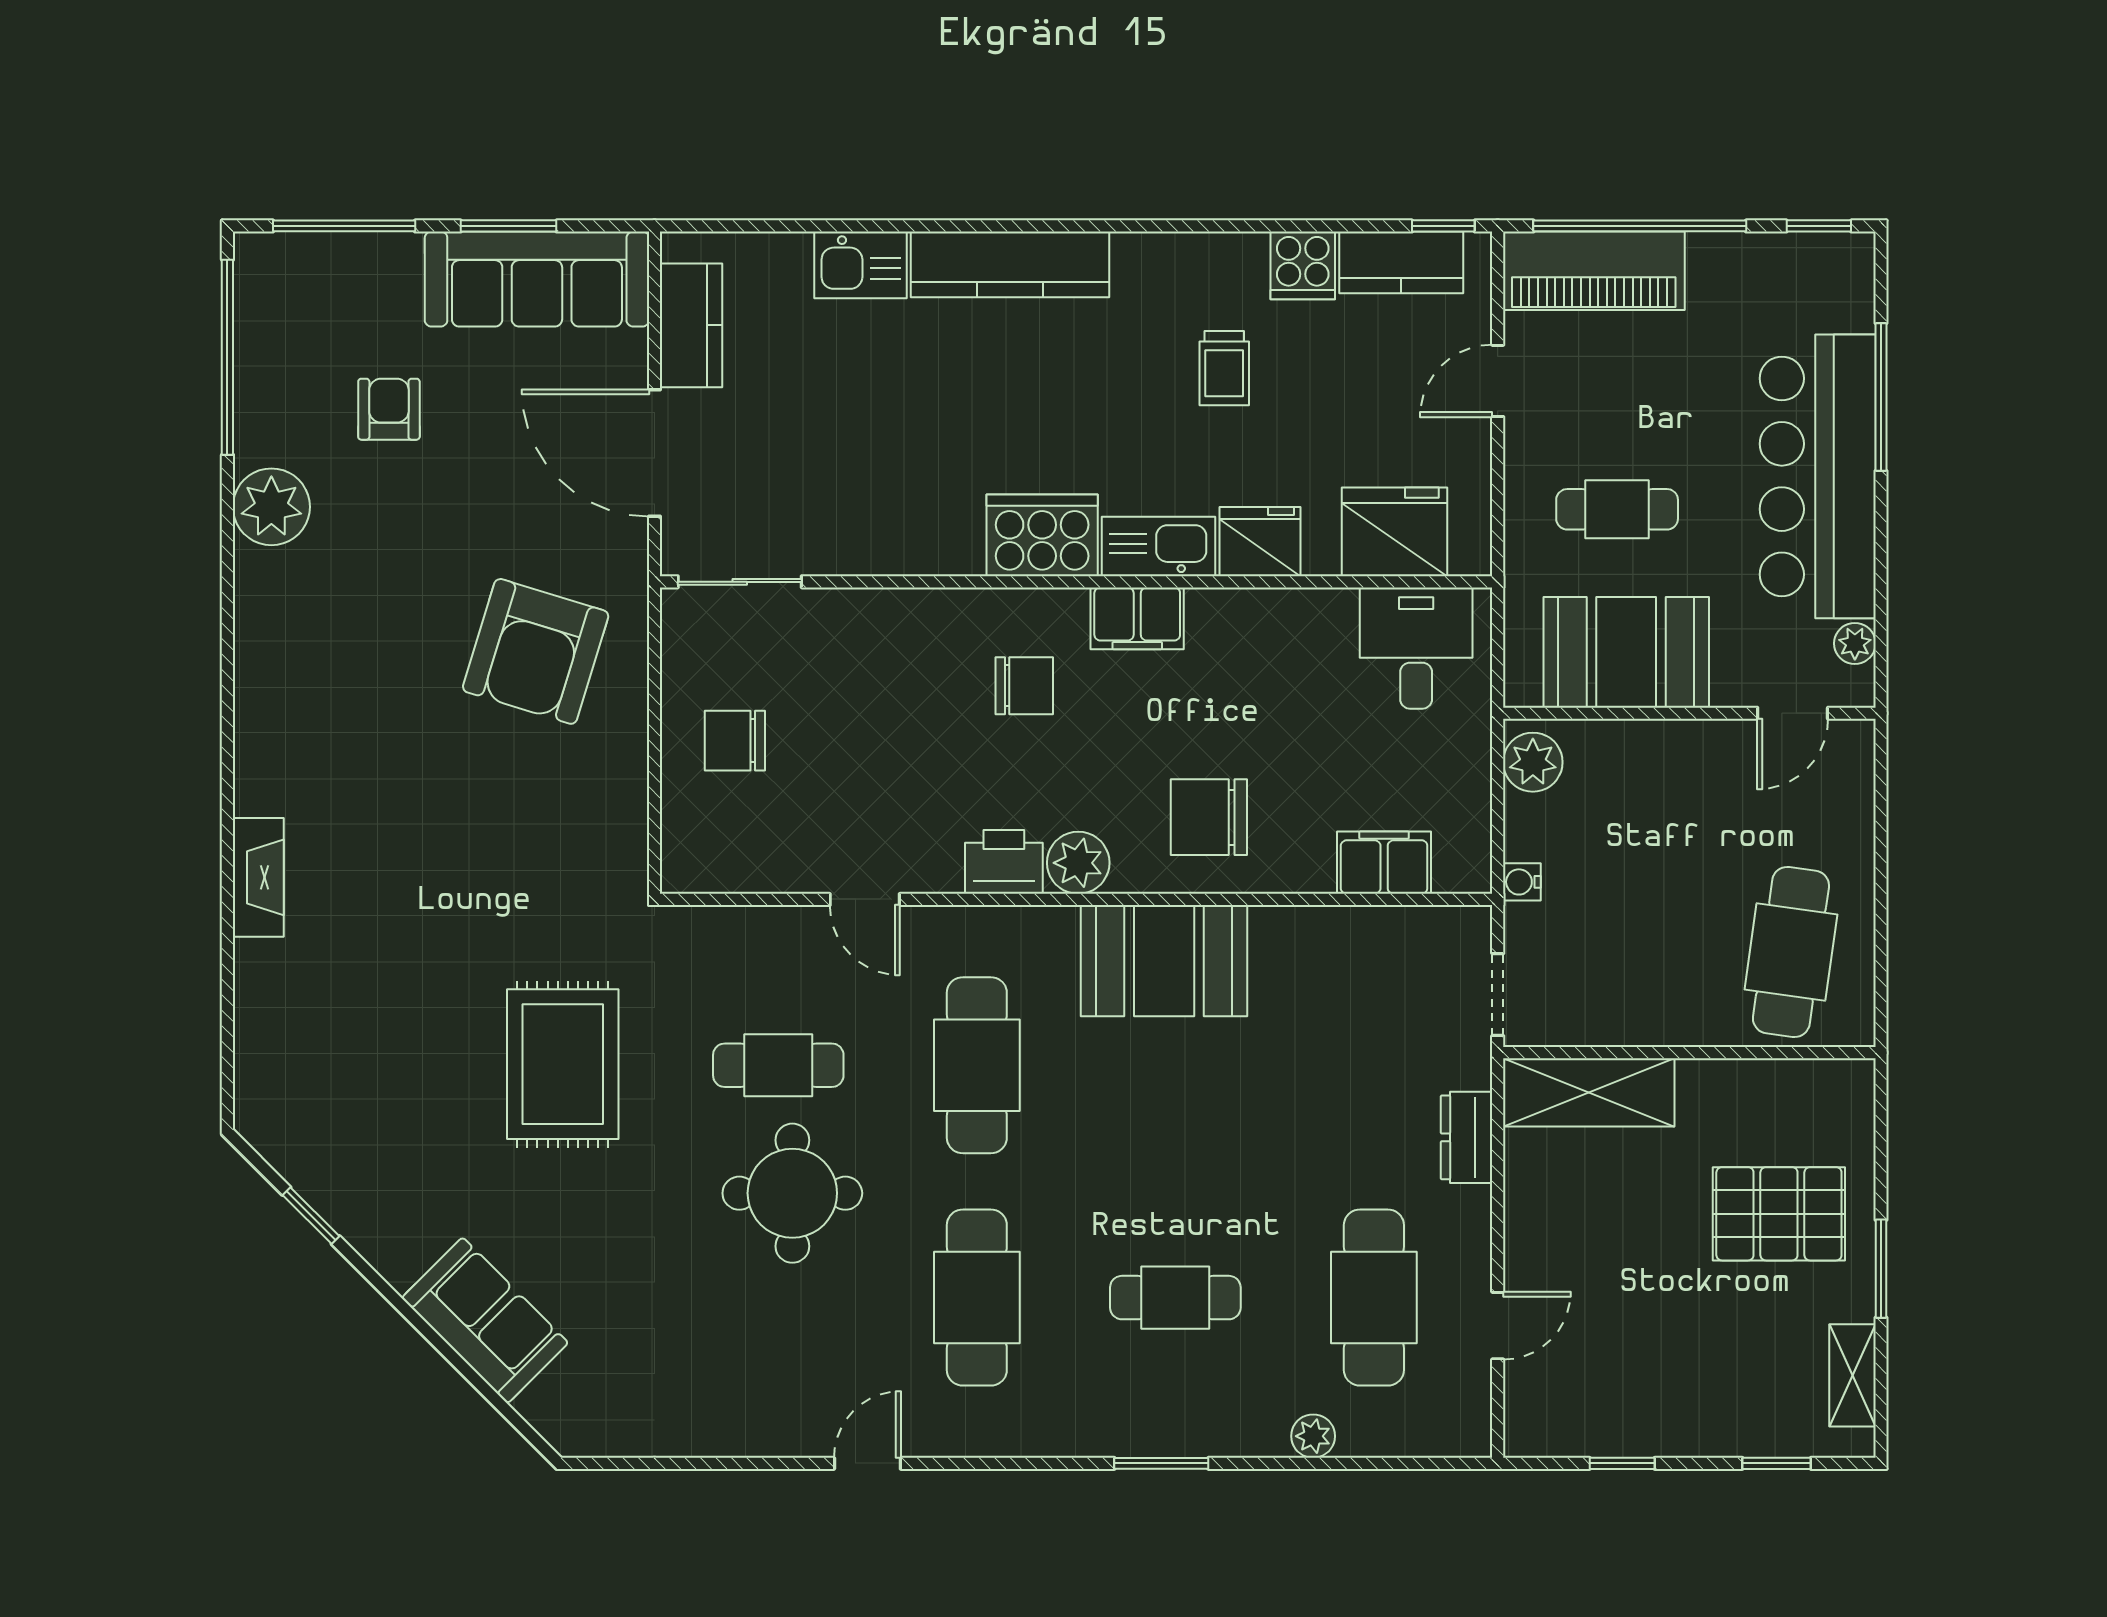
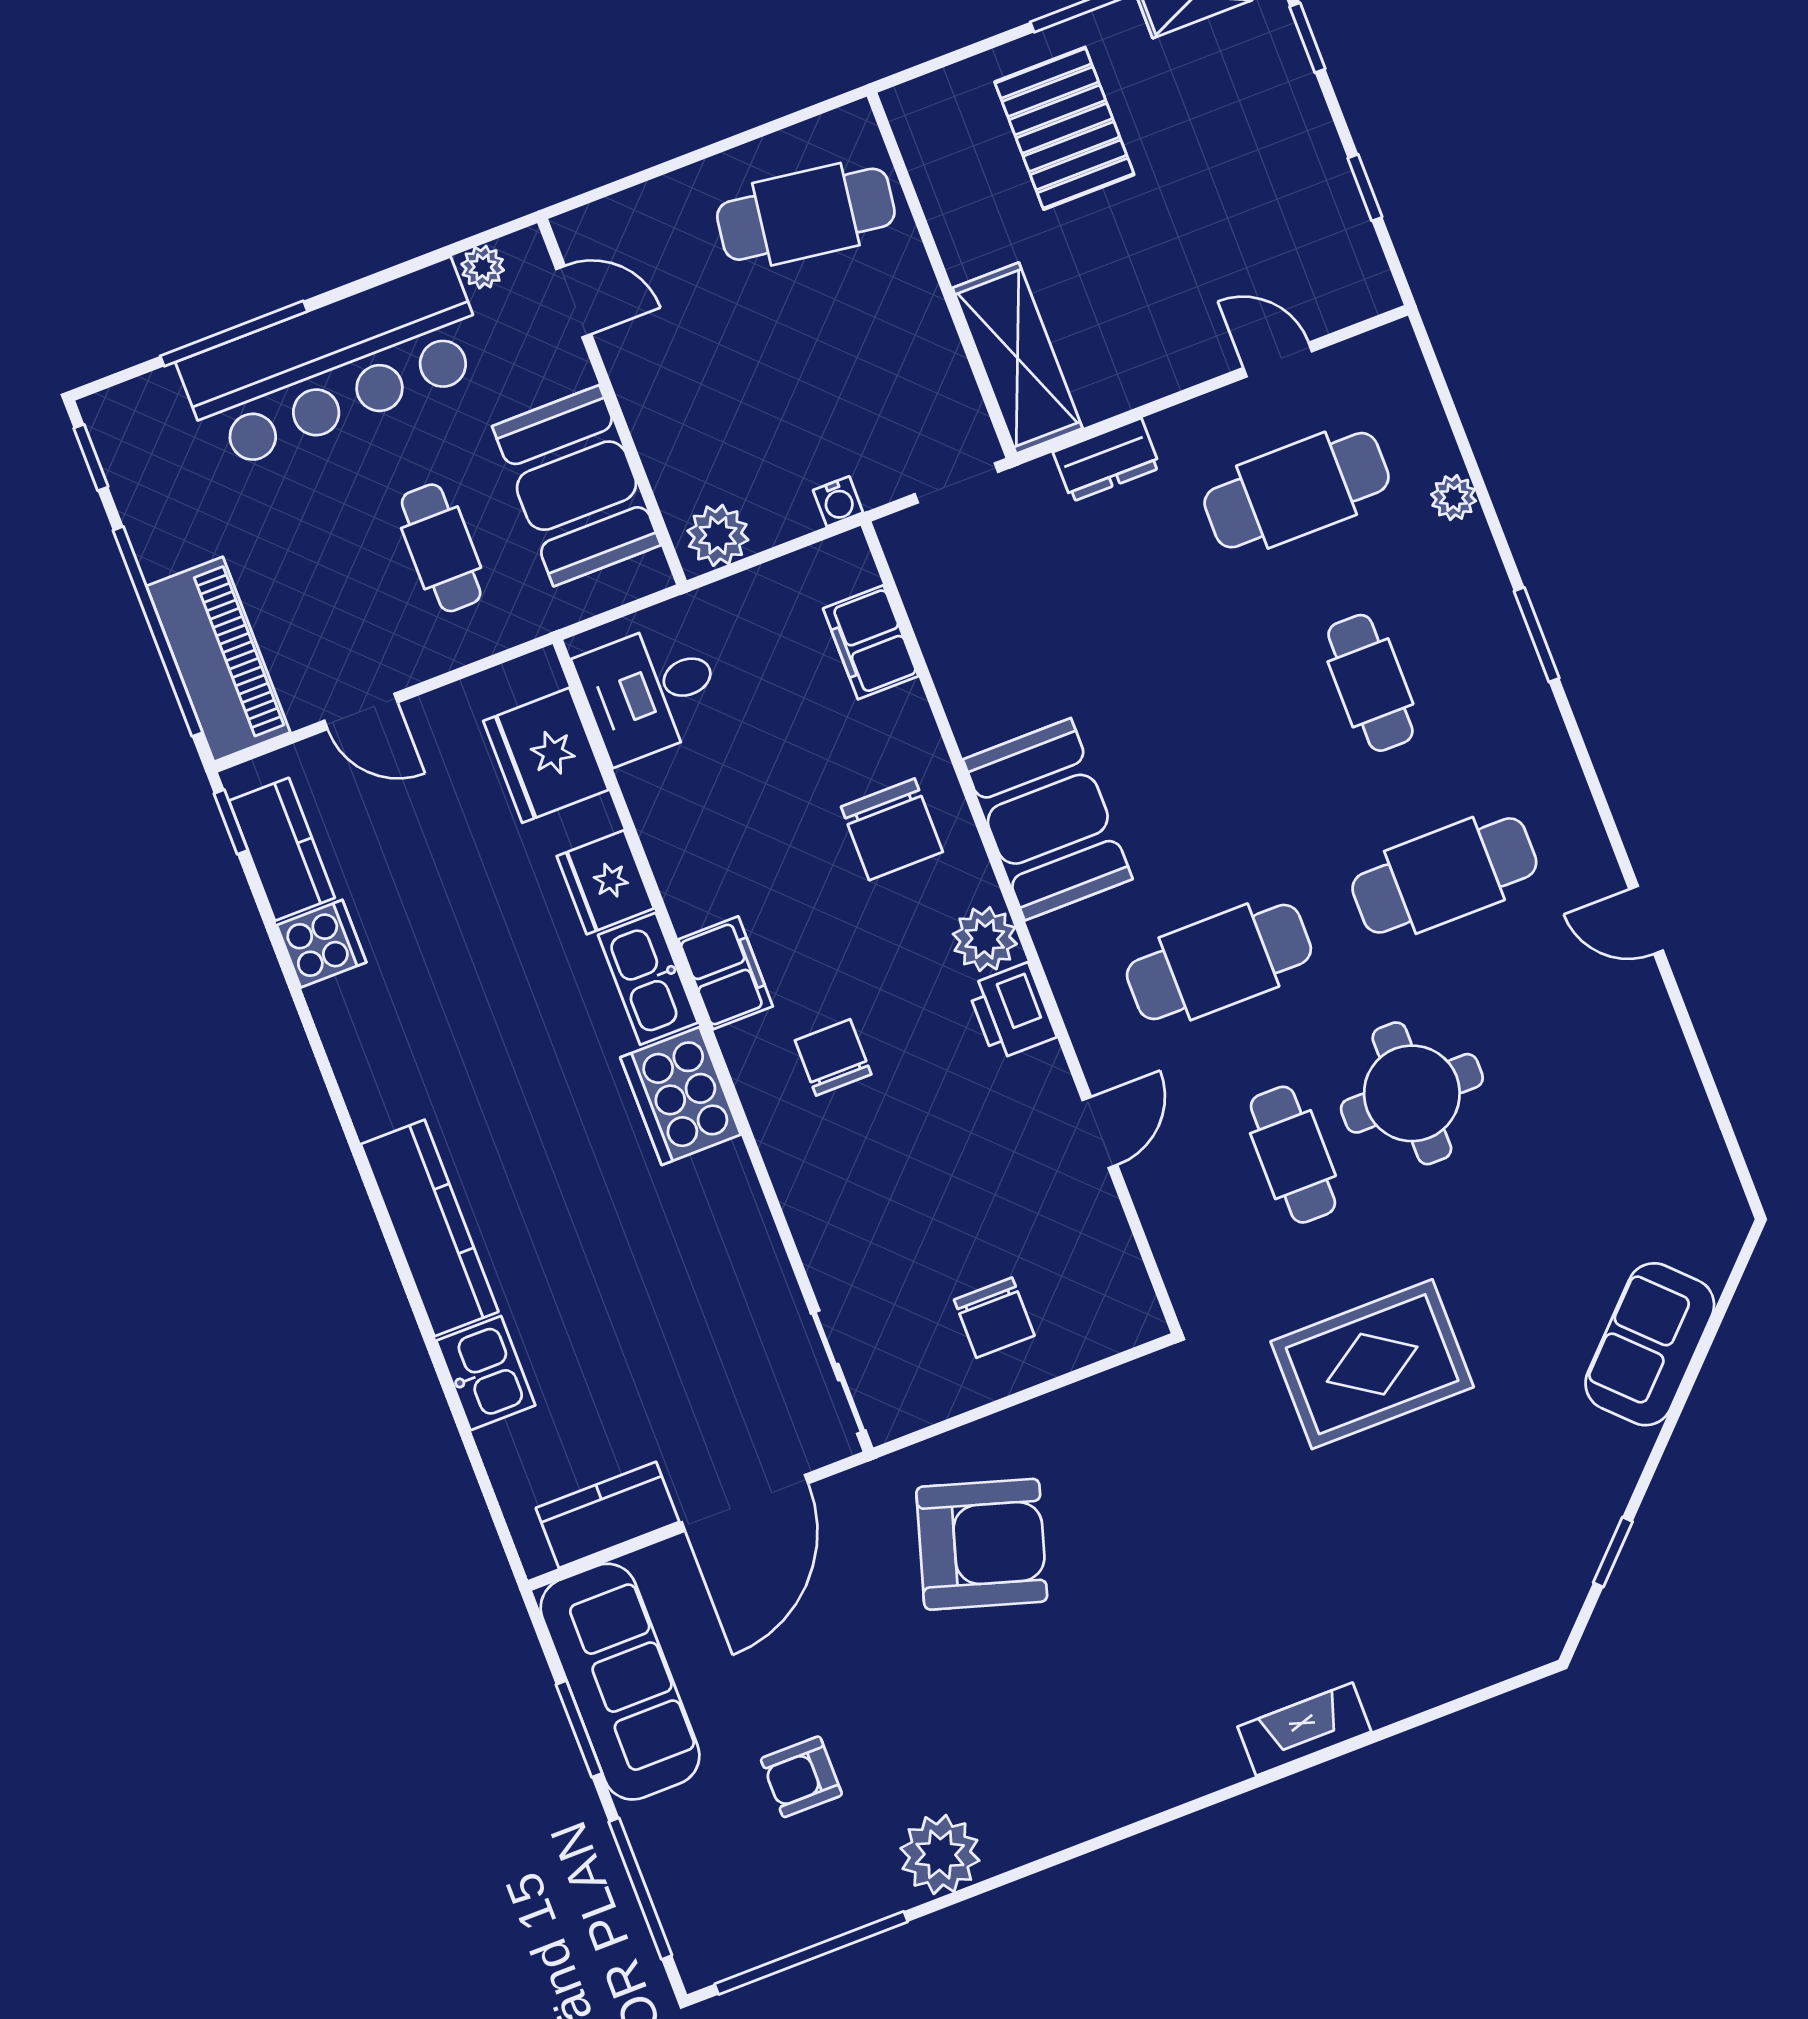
trolley: (1224, 368) -> (450, 982), removed

